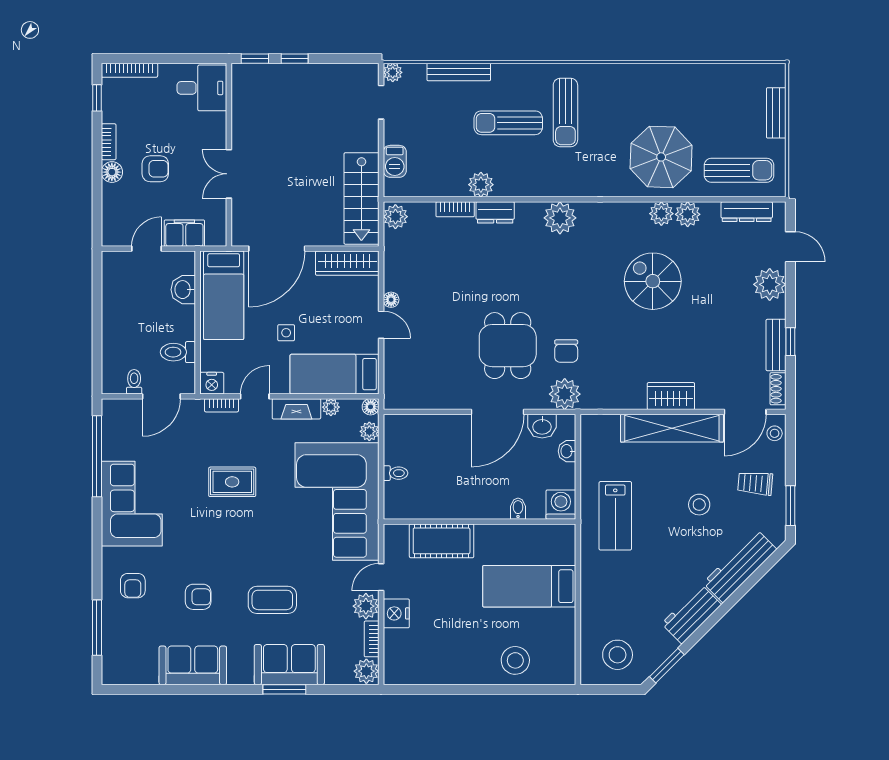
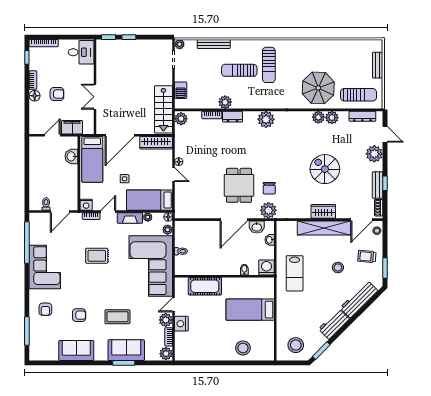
spiral stairs: (653, 281) -> (325, 169), moved
toilet: (178, 352) -> (69, 189), removed

